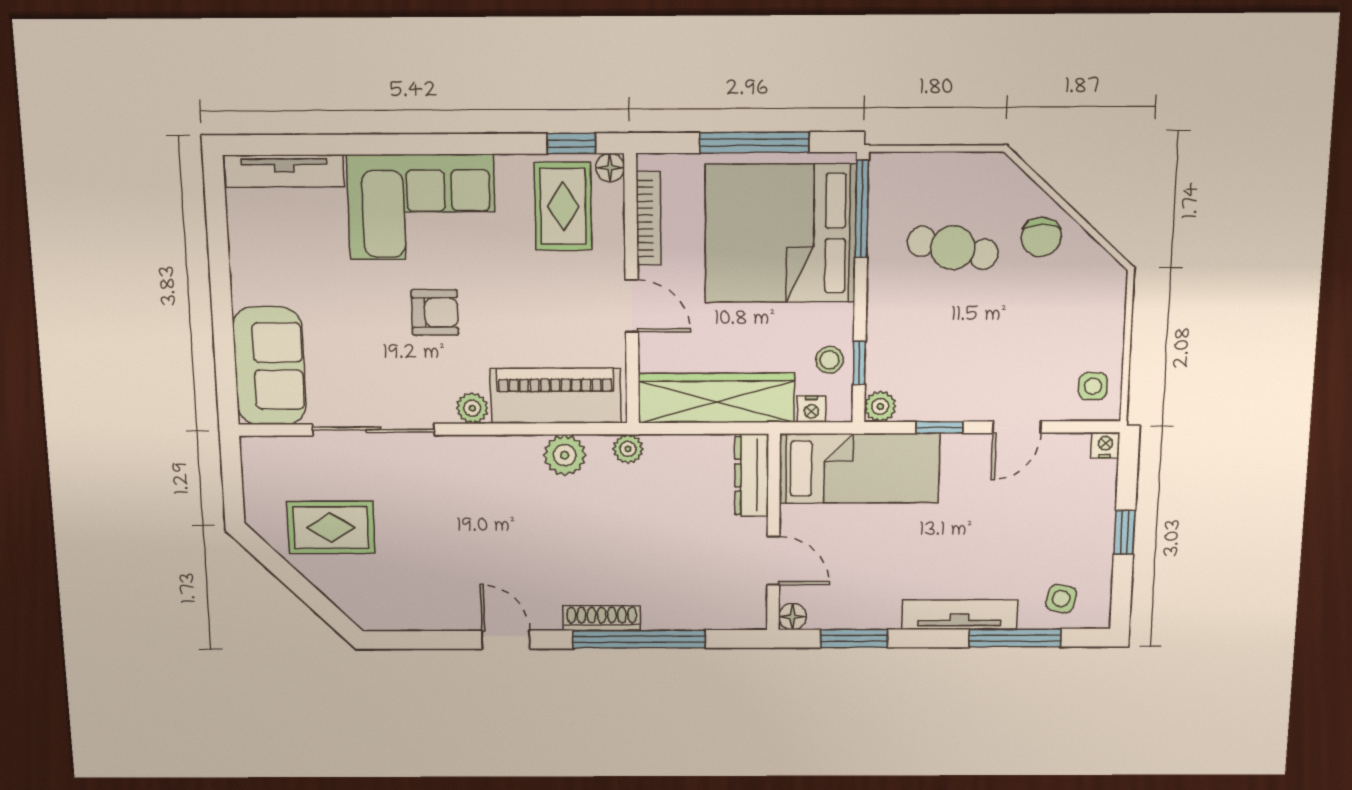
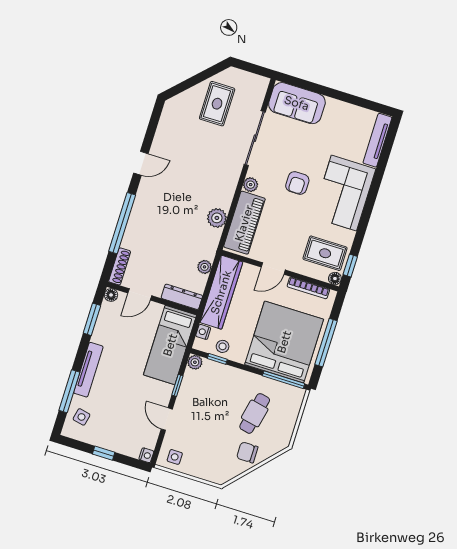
plant: (628, 449) -> (204, 267), moved
shoe rack: (602, 618) -> (120, 266), moved

